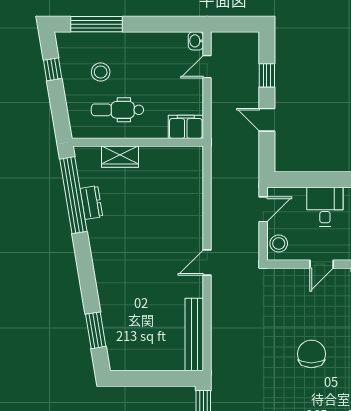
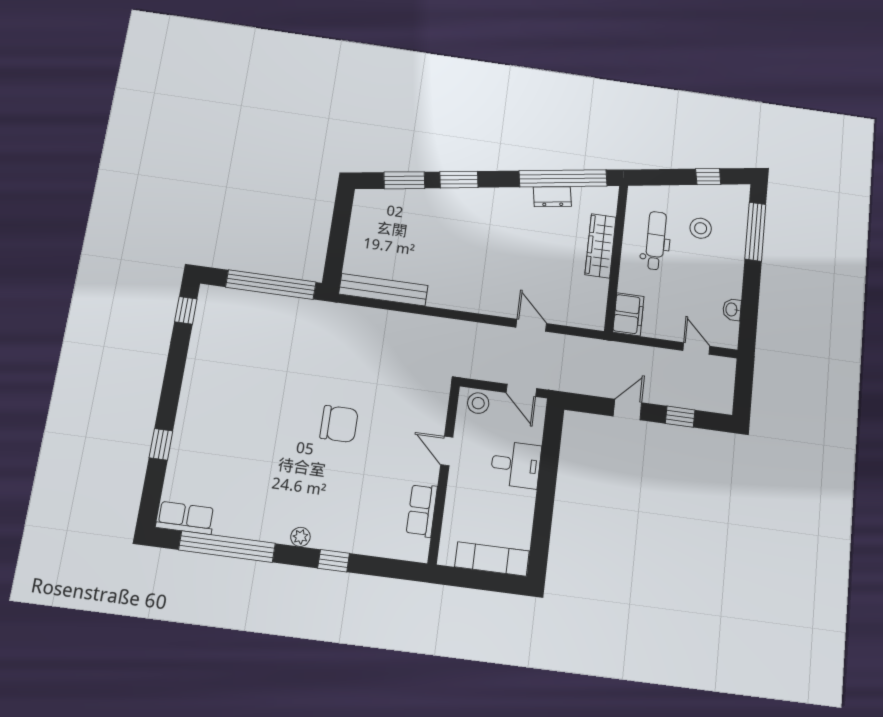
washbasin: (196, 41) -> (732, 310), moved, turned -90
wardrobe: (120, 157) -> (600, 246), width x1.50
door: (207, 263) -> (531, 325), moved
window: (88, 284) -> (459, 180), added

